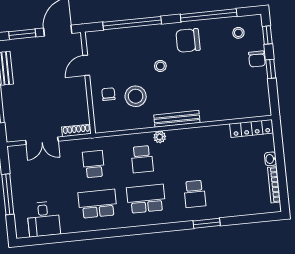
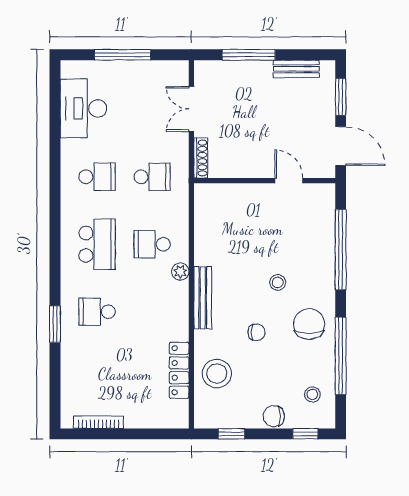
window: (271, 69) -> (232, 434), moved
chair: (108, 94) -> (256, 332), moved
stool: (136, 96) -> (217, 374), moved
locker: (252, 128) -> (179, 370), moved
washbasin: (270, 159) -> (135, 421), removed
school desk: (98, 204) -> (97, 177), width x0.54
desk: (44, 219) -> (83, 108), width x1.37

